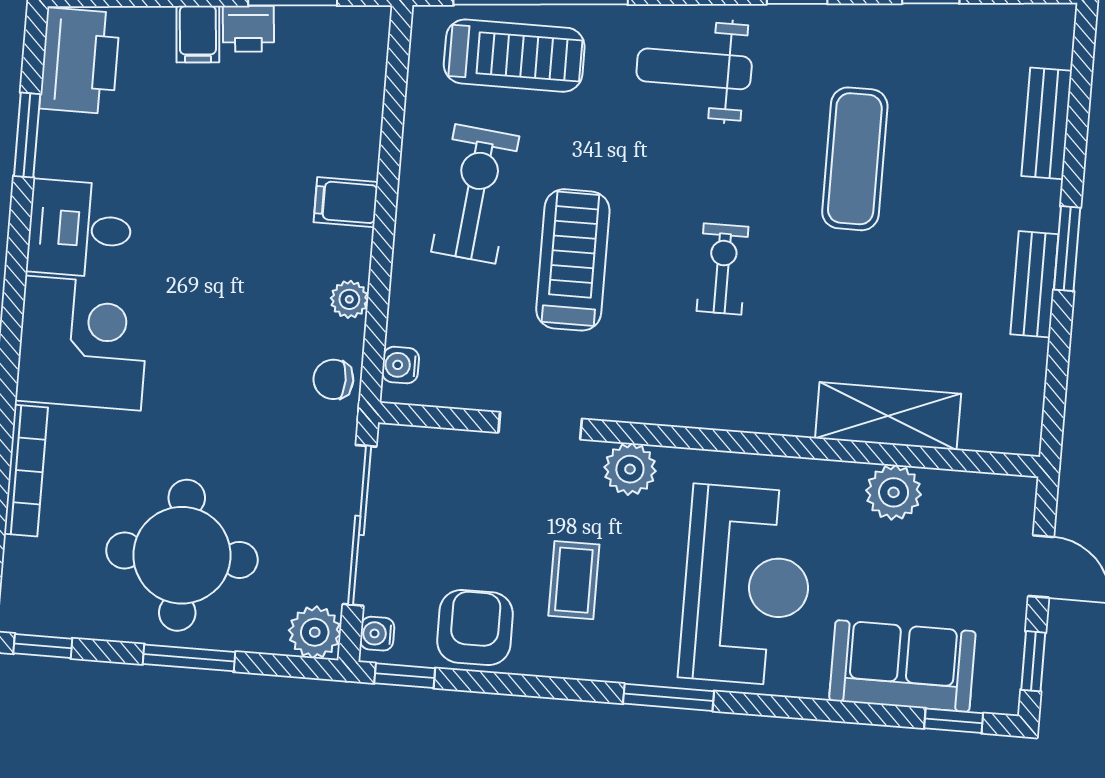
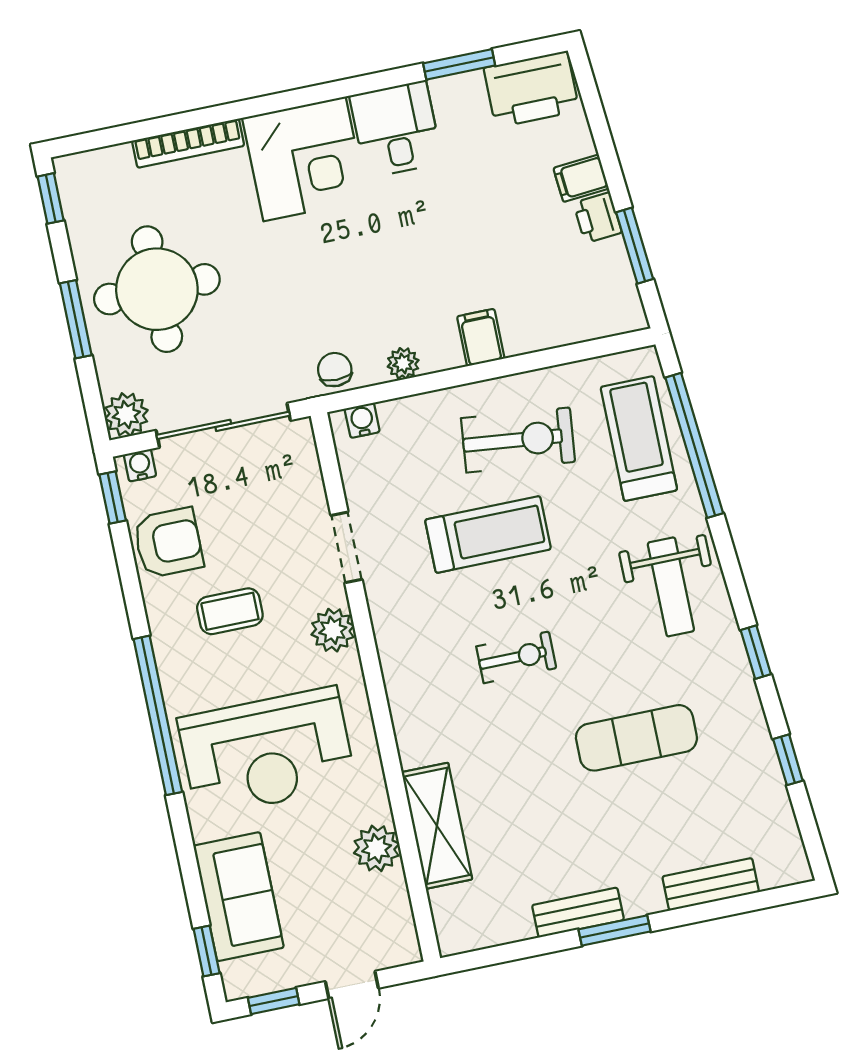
treadmill: (514, 56) -> (639, 439), turned 180
weight bench: (694, 69) -> (671, 587), turned 180
window: (669, 697) -> (158, 715), width x2.11

